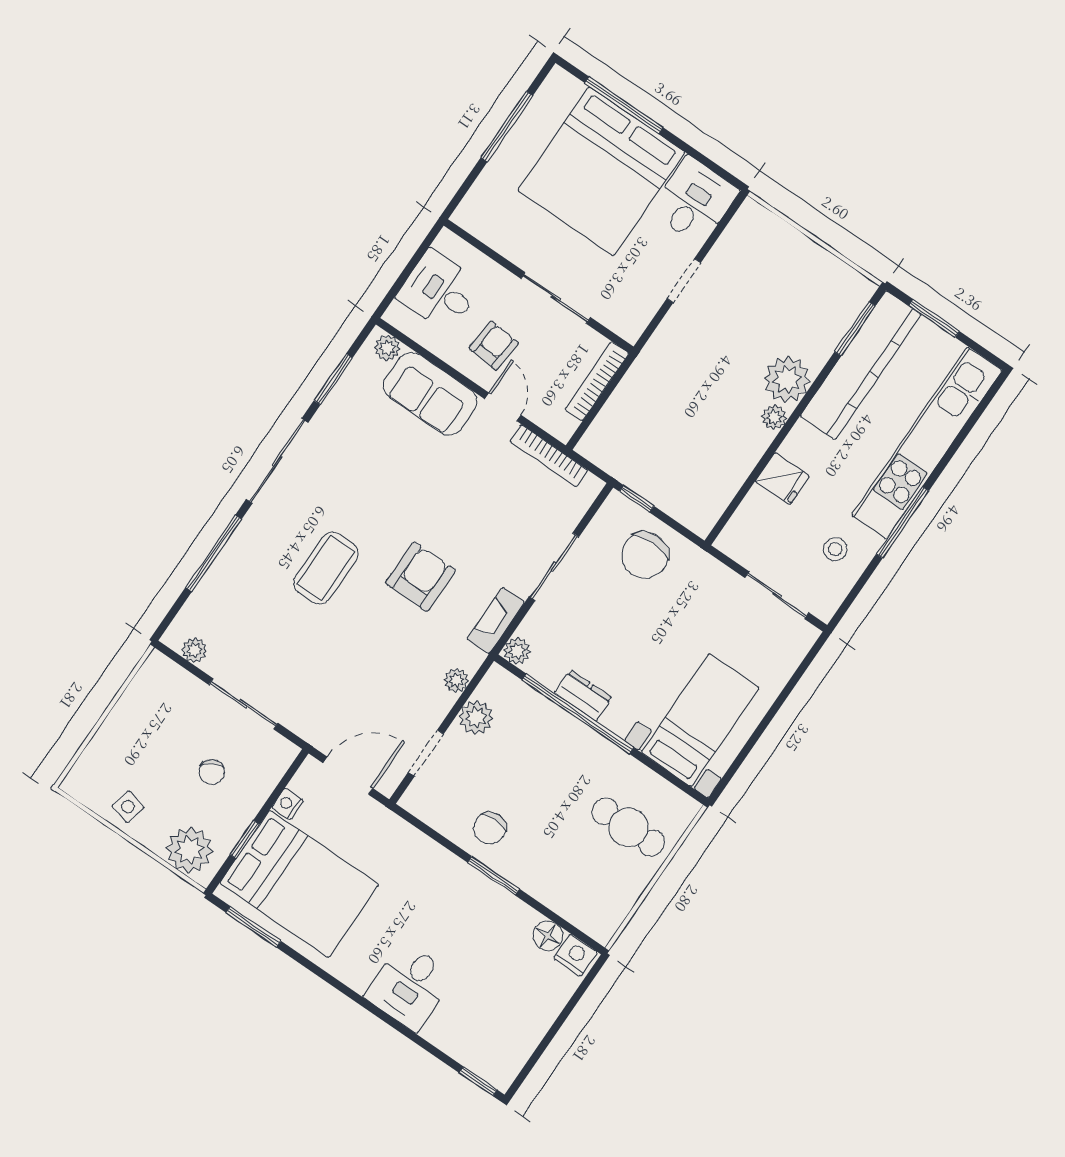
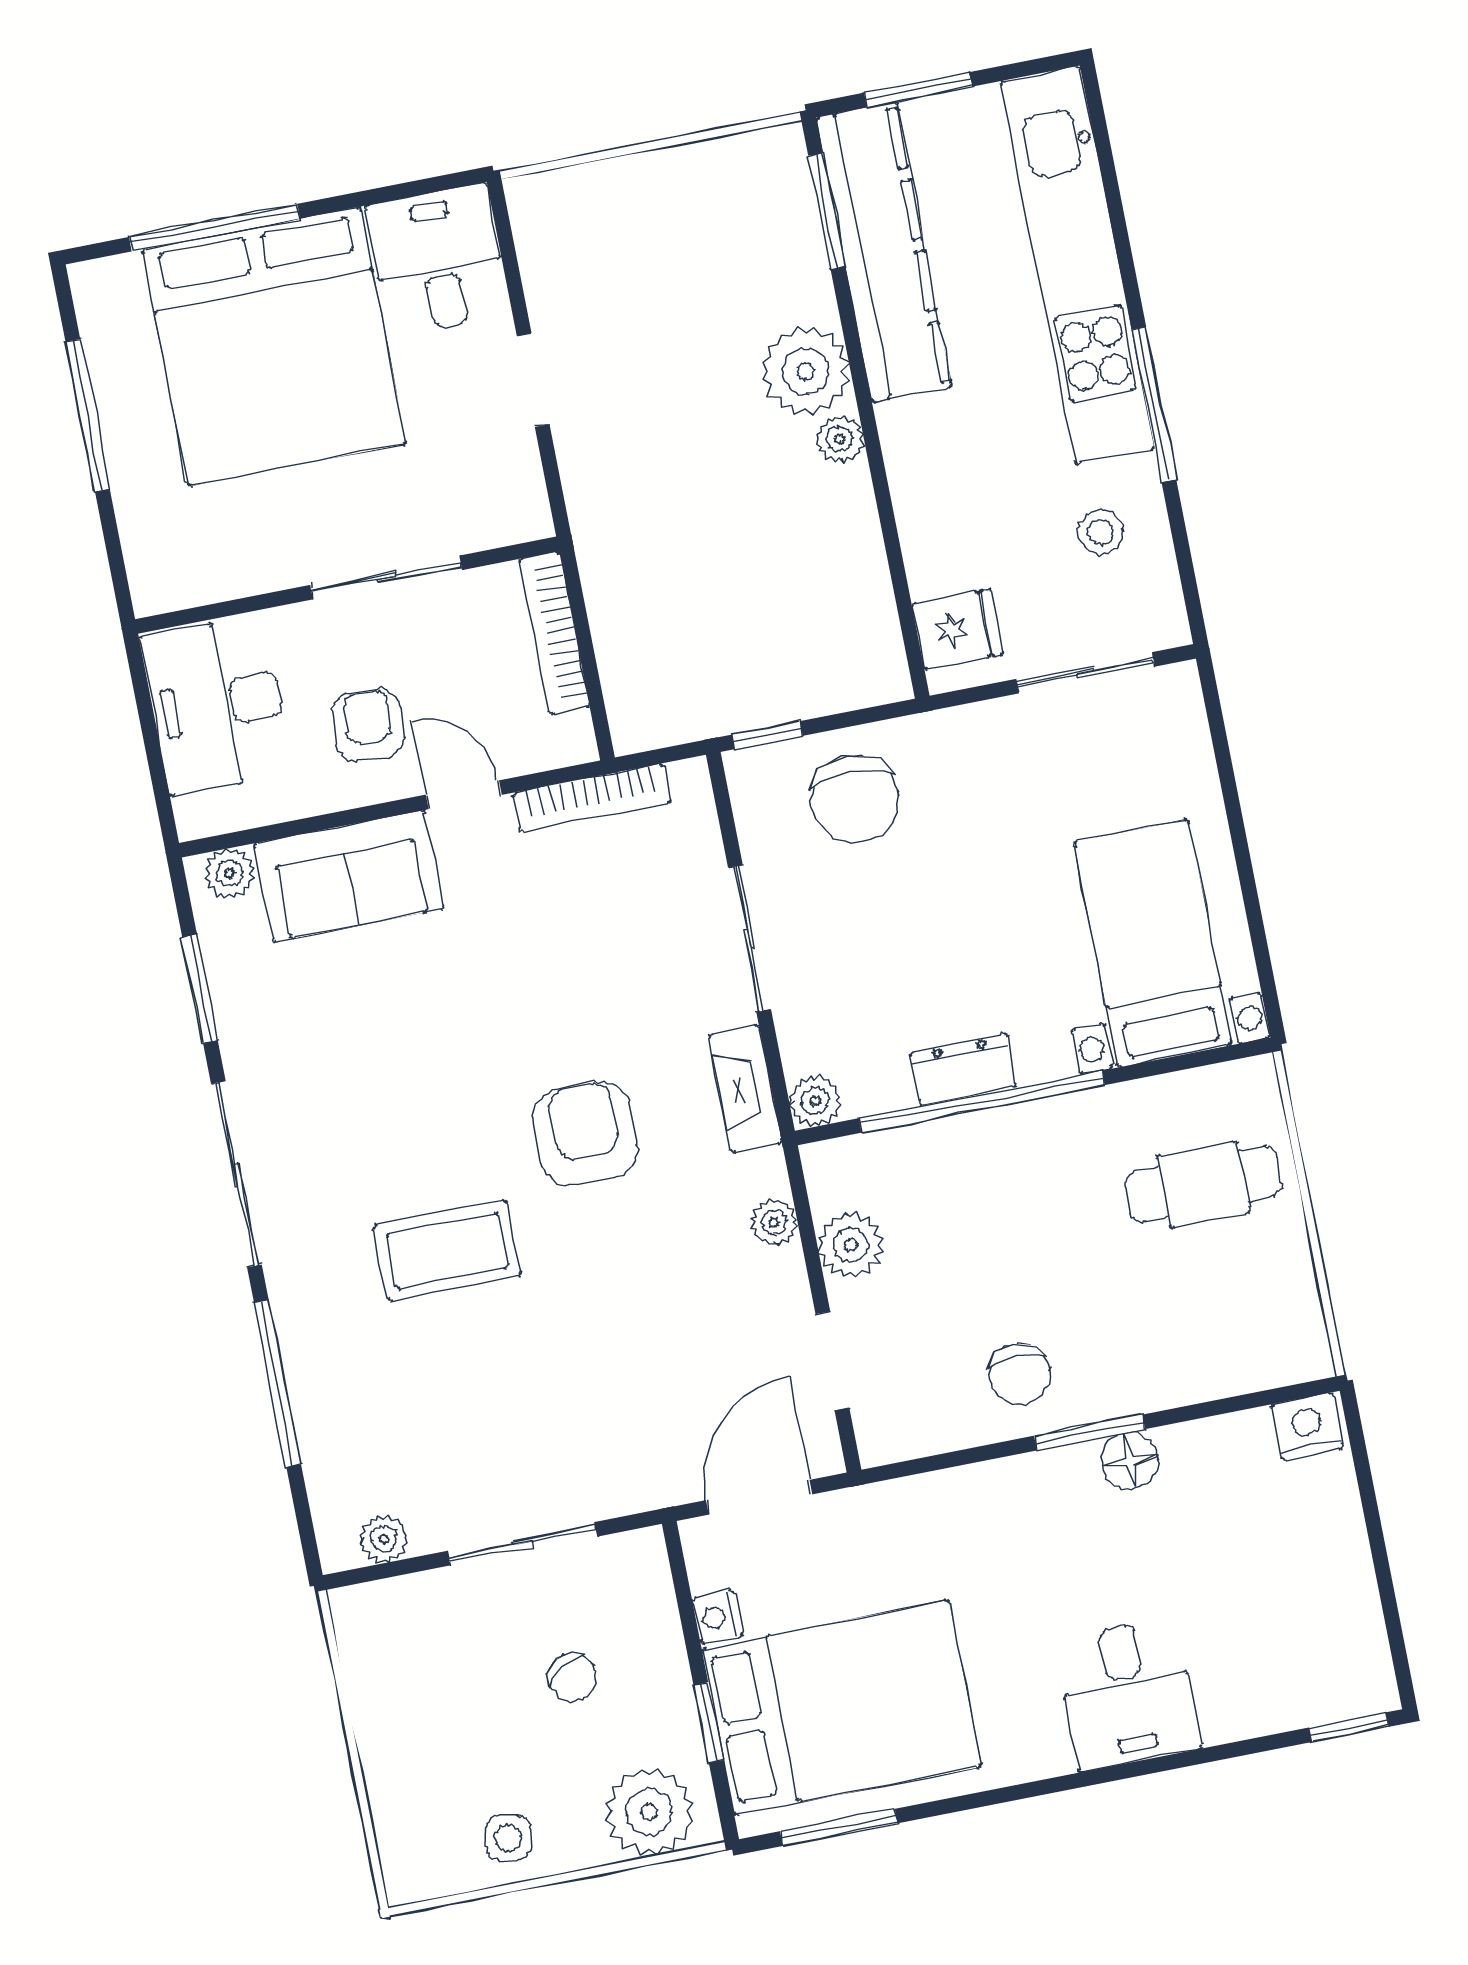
desk: (439, 291) -> (217, 705), width x1.37
fridge: (782, 479) -> (957, 629), moved
coffee table: (326, 568) -> (447, 1250), turned 90
floor lamp: (548, 936) -> (1129, 1461), moved

